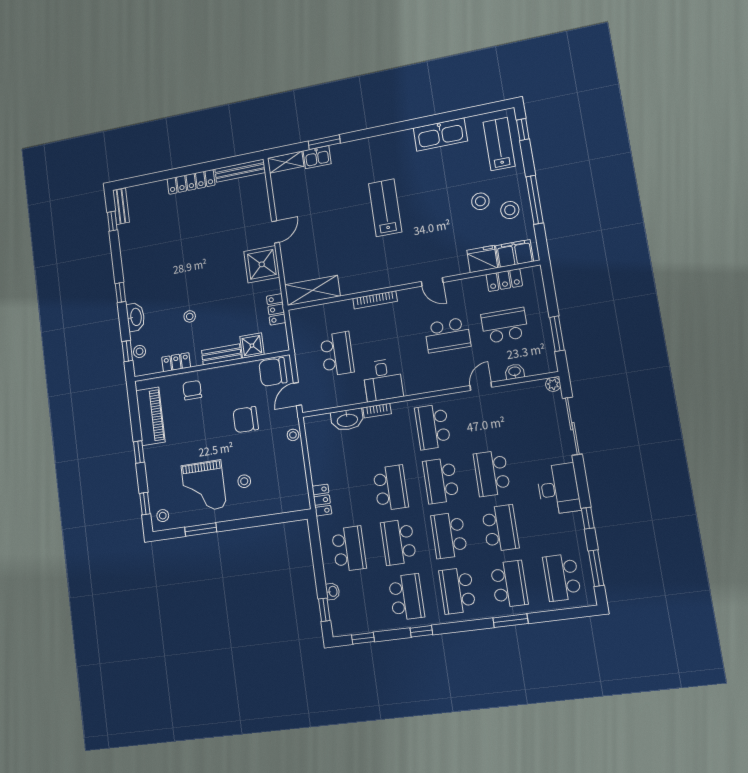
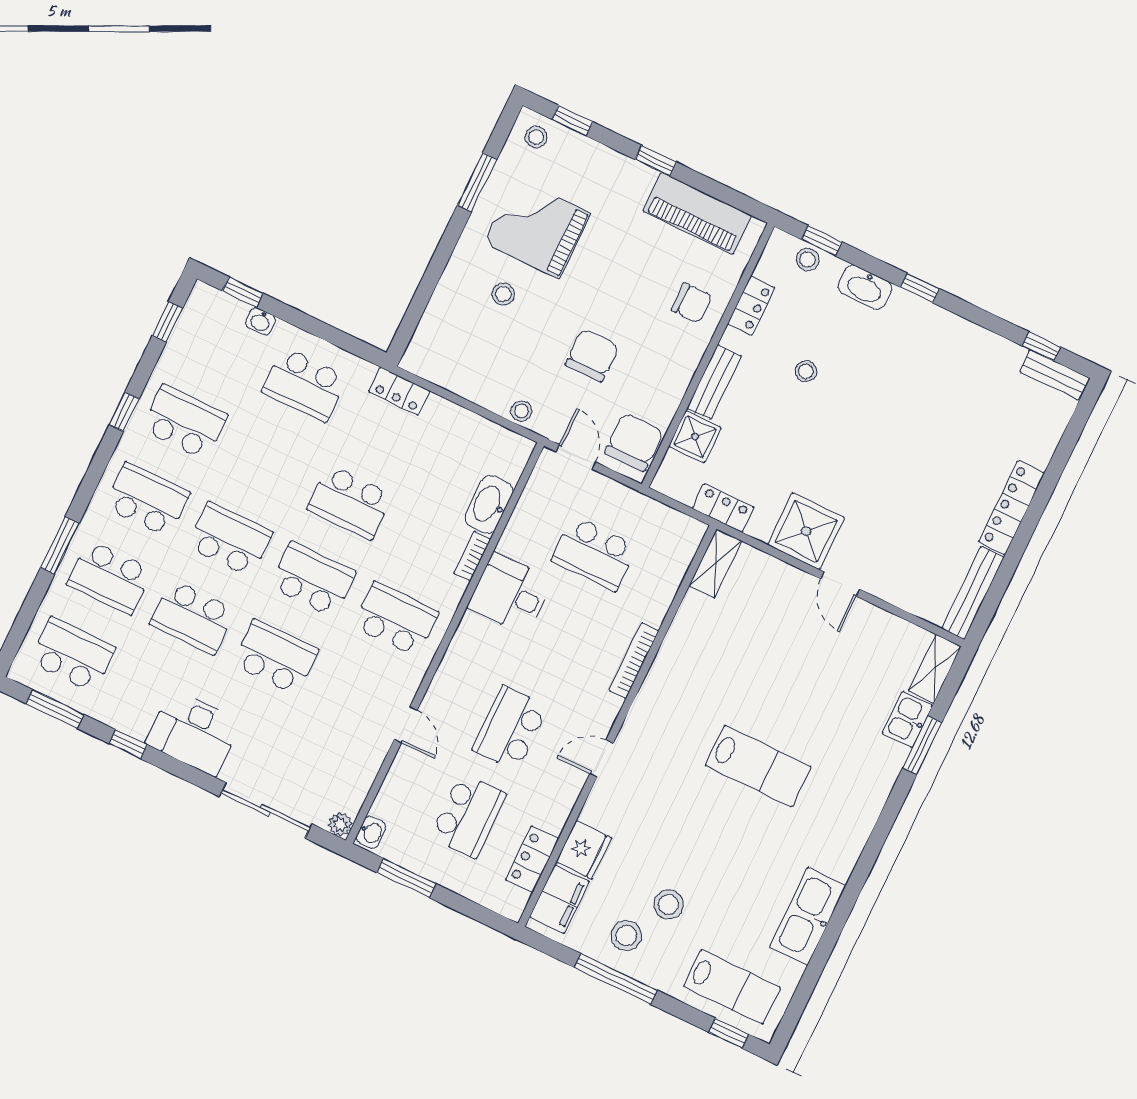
shelving: (312, 290) -> (715, 563), width x0.67, depth x0.75
washbasin: (515, 372) -> (371, 832), moved
school desk: (398, 542) -> (267, 462), removed
school desk: (406, 597) -> (184, 422), turned 180

